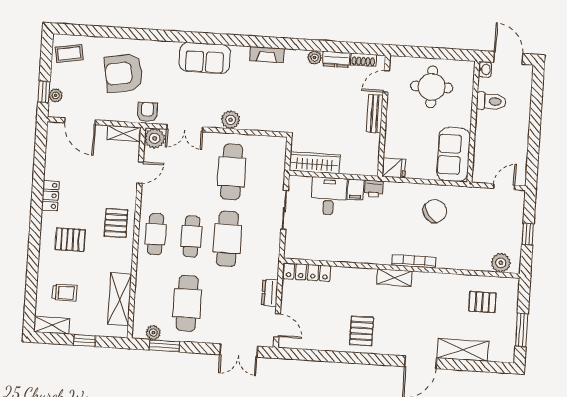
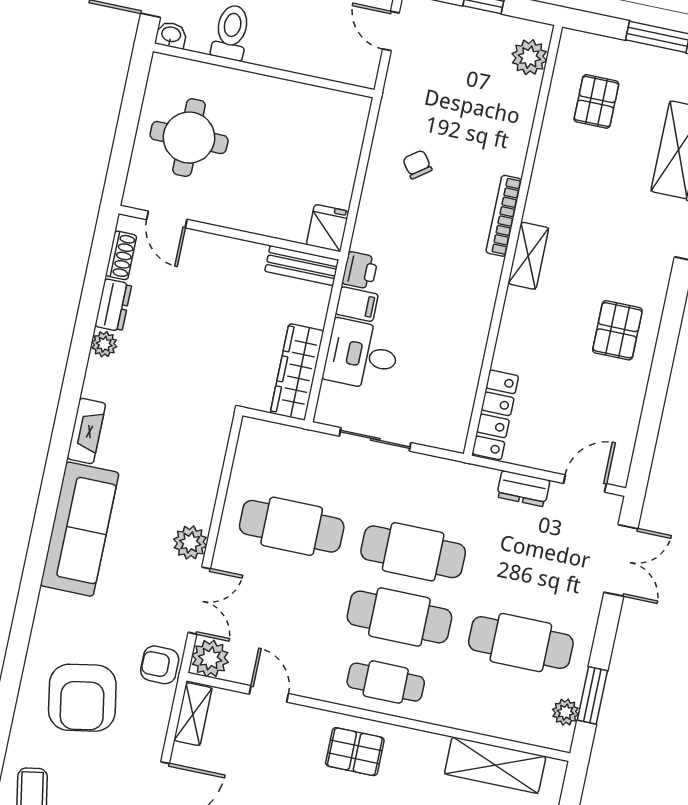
sofa: (205, 58) -> (80, 529), width x1.36
bench: (375, 114) -> (302, 266), moved
plant: (231, 120) -> (190, 543), moved
sofa: (454, 155) -> (319, 115), removed
chair: (435, 211) -> (417, 164), width x0.54, depth x0.54
cafe table: (191, 236) -> (399, 617), width x1.37, depth x1.35
pallet: (362, 331) -> (617, 330), turned 90

